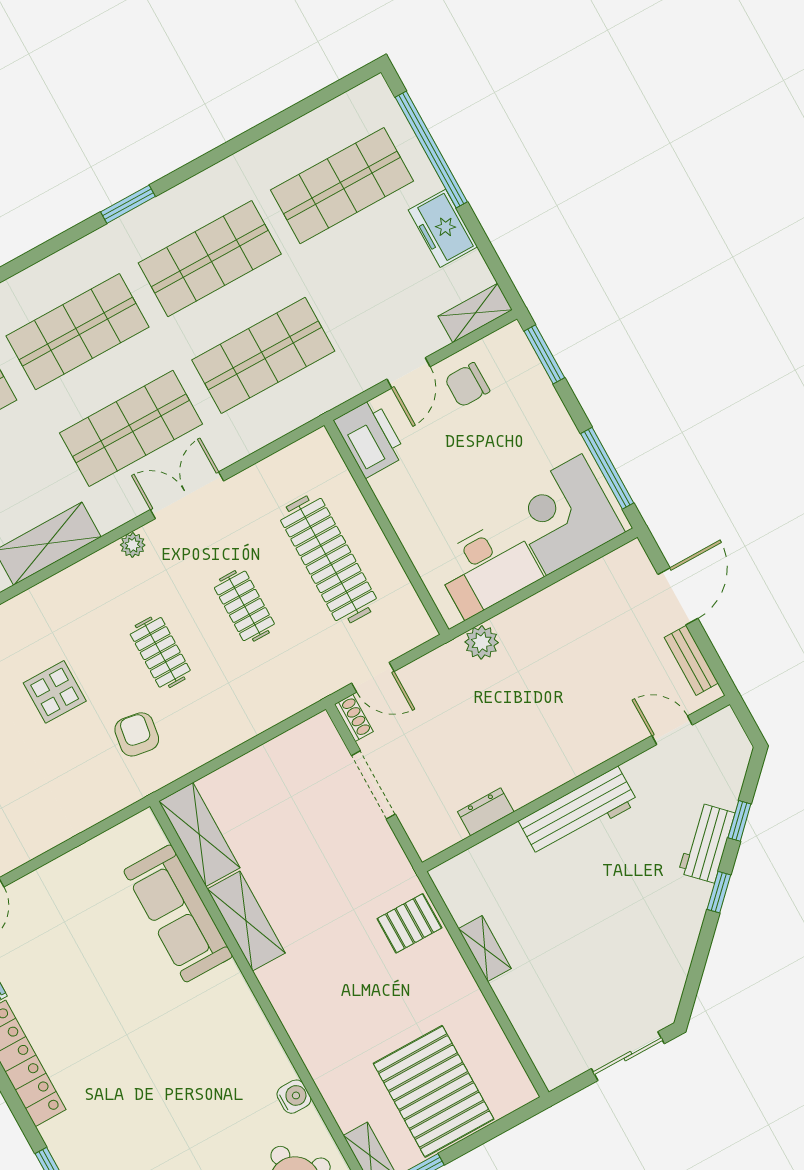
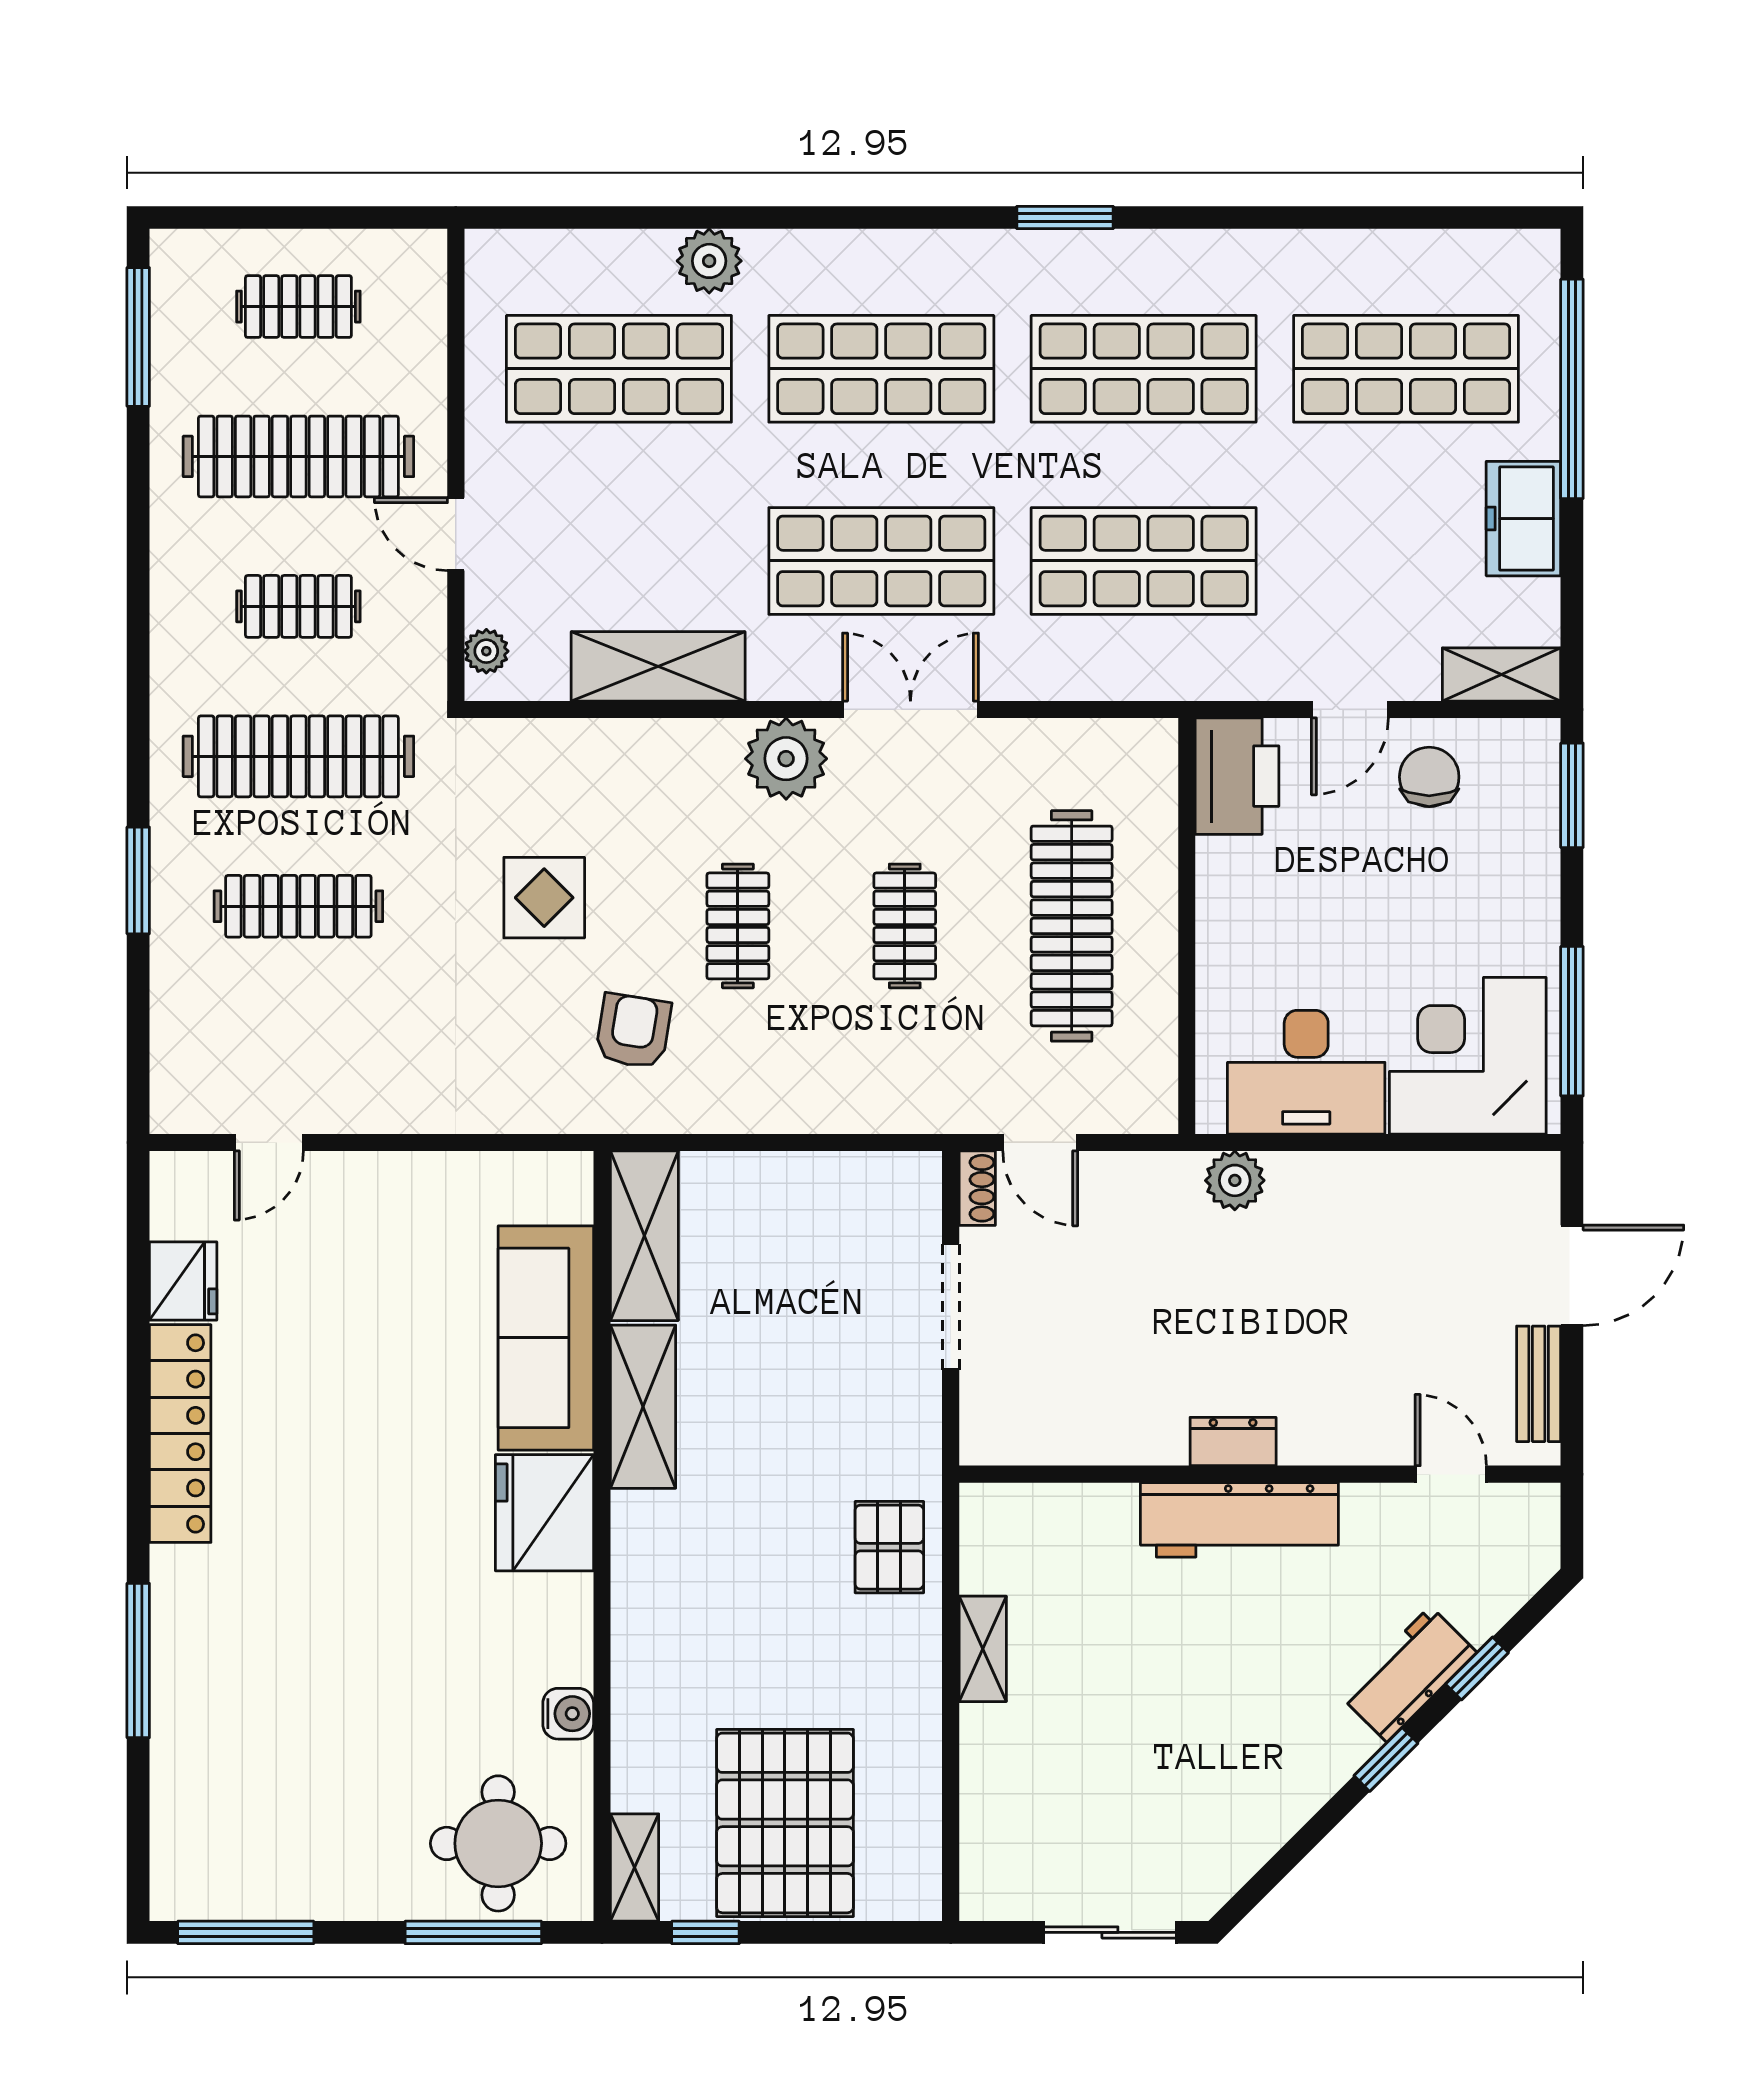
chair: (467, 385) -> (1429, 777), turned 90
plant: (133, 545) -> (786, 759), width x1.88, depth x1.88
dresser: (486, 812) -> (1233, 1442), moved
pallet: (409, 923) -> (889, 1547), turned 90
fridge: (226, 1002) -> (544, 1513), added

